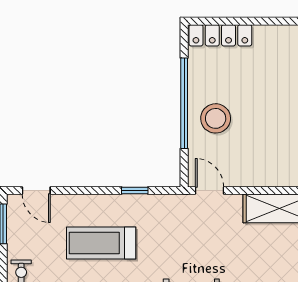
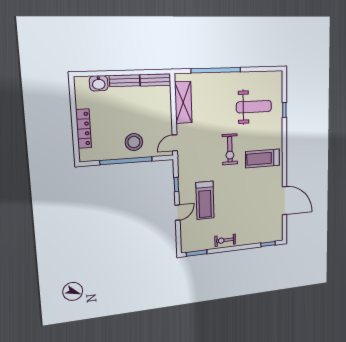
locker: (220, 35) -> (84, 129), moved
door: (36, 191) -> (177, 213), moved

